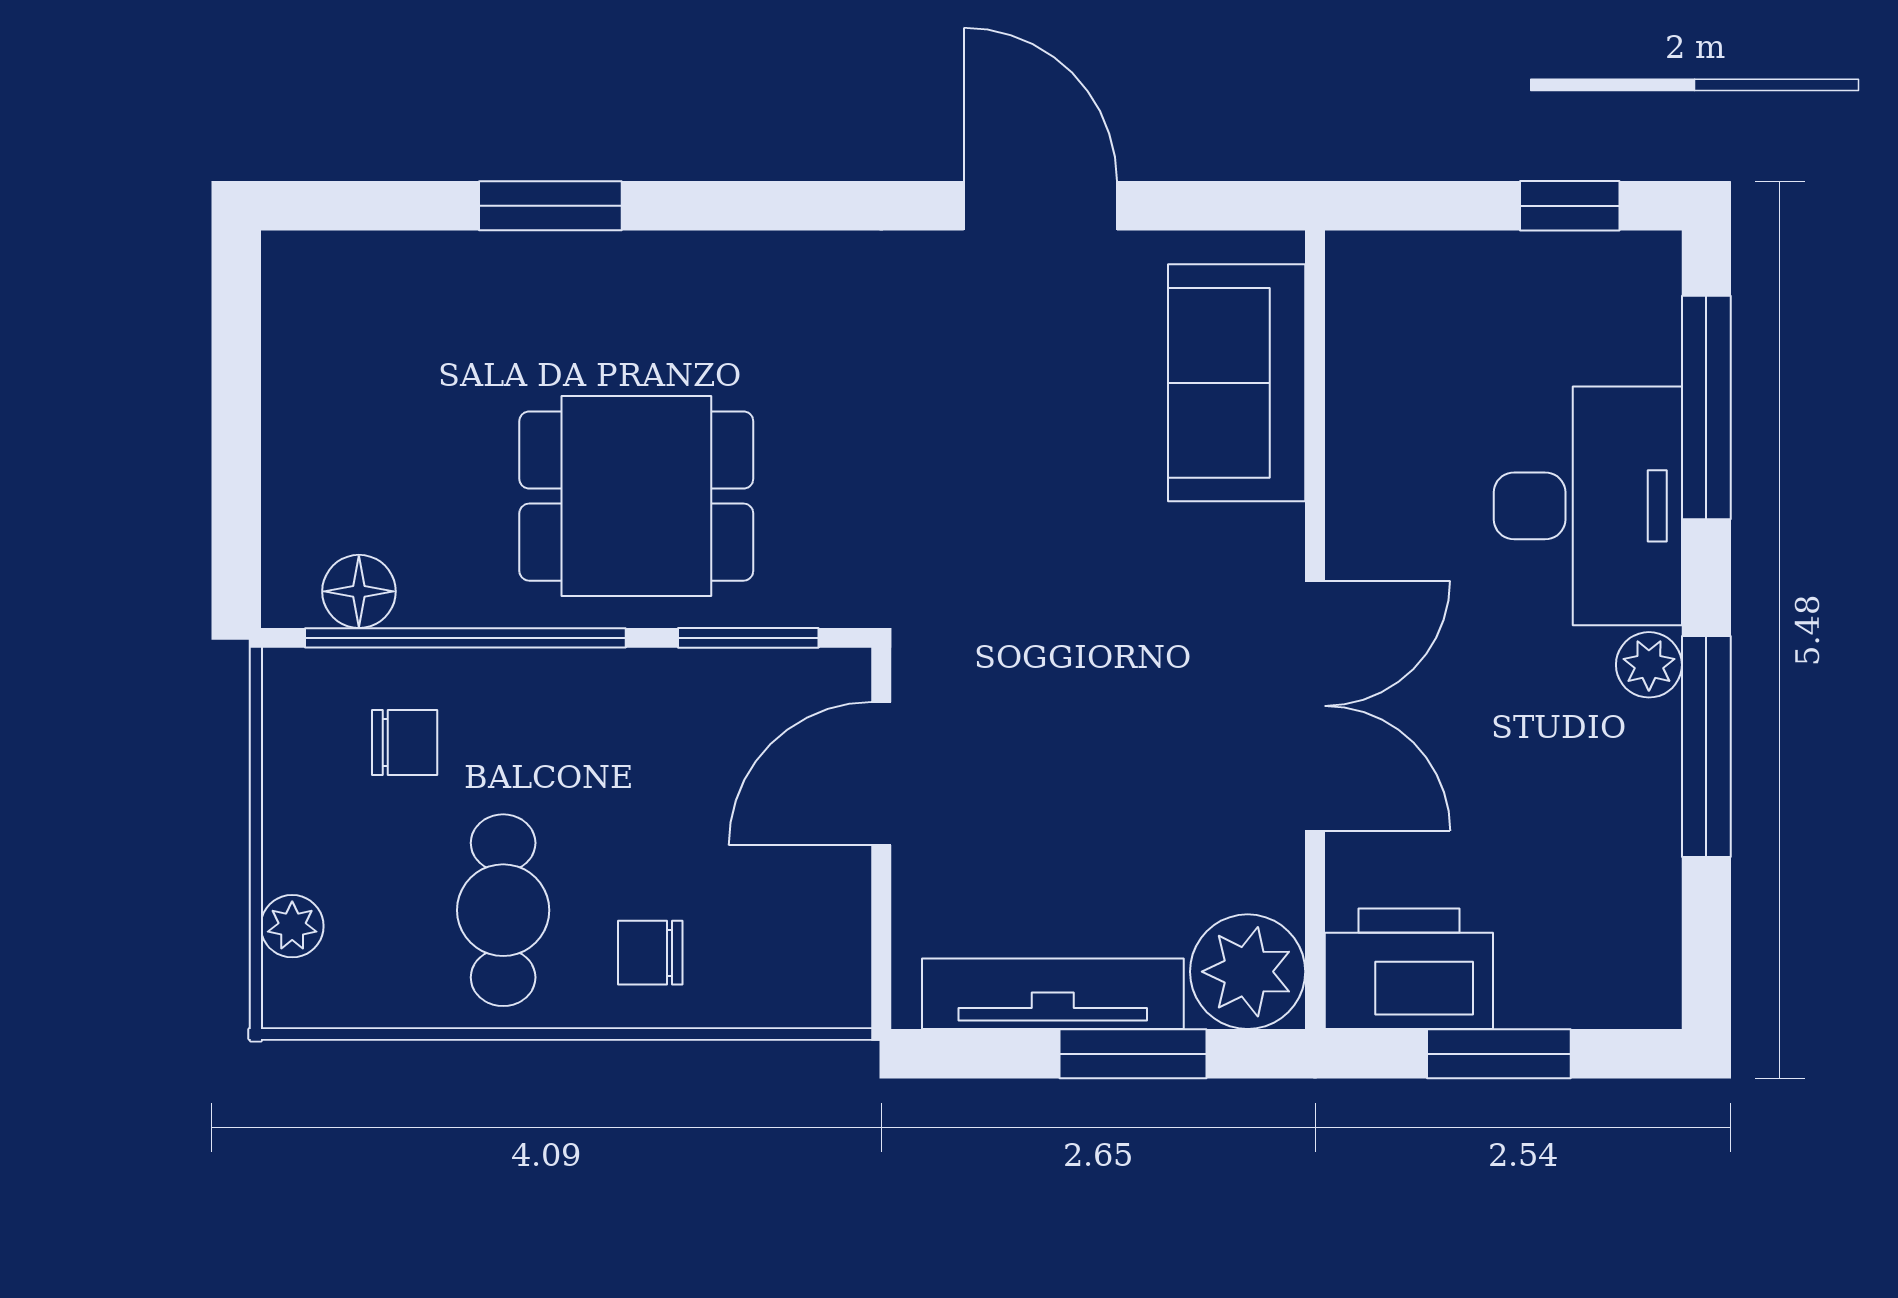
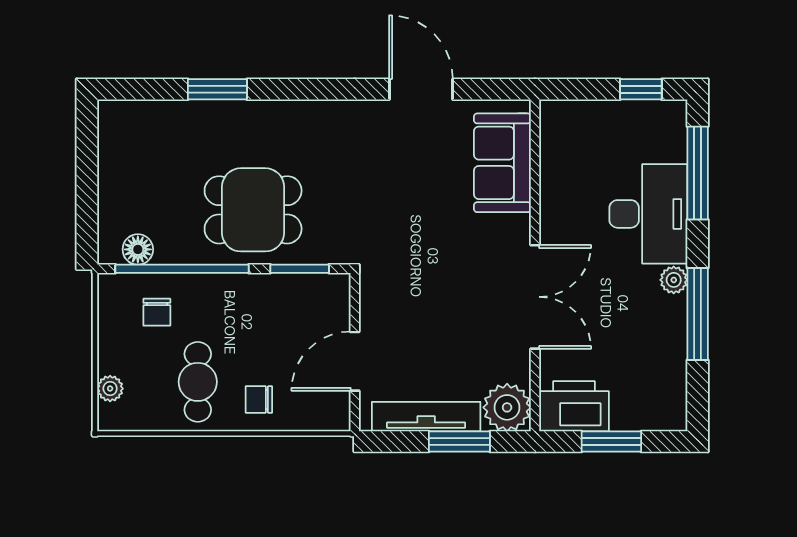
chair: (405, 742) -> (157, 312), turned 90
door: (881, 774) -> (355, 361), moved

